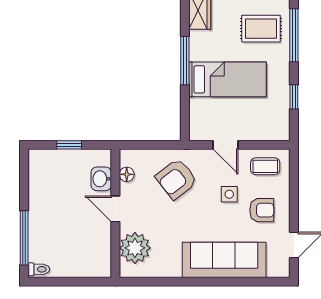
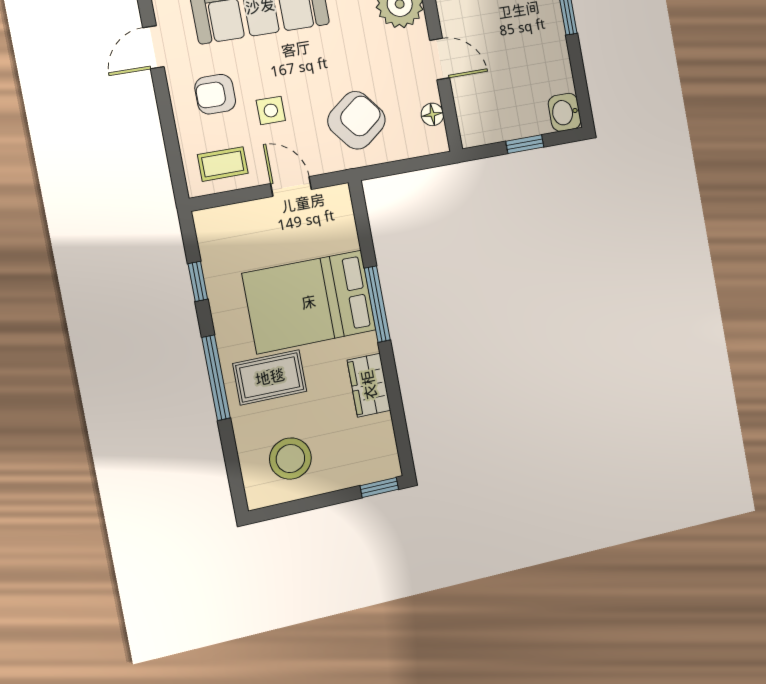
bed: (227, 79) -> (309, 302), width x1.50
washbasin: (101, 179) -> (565, 112), moved, turned 180

